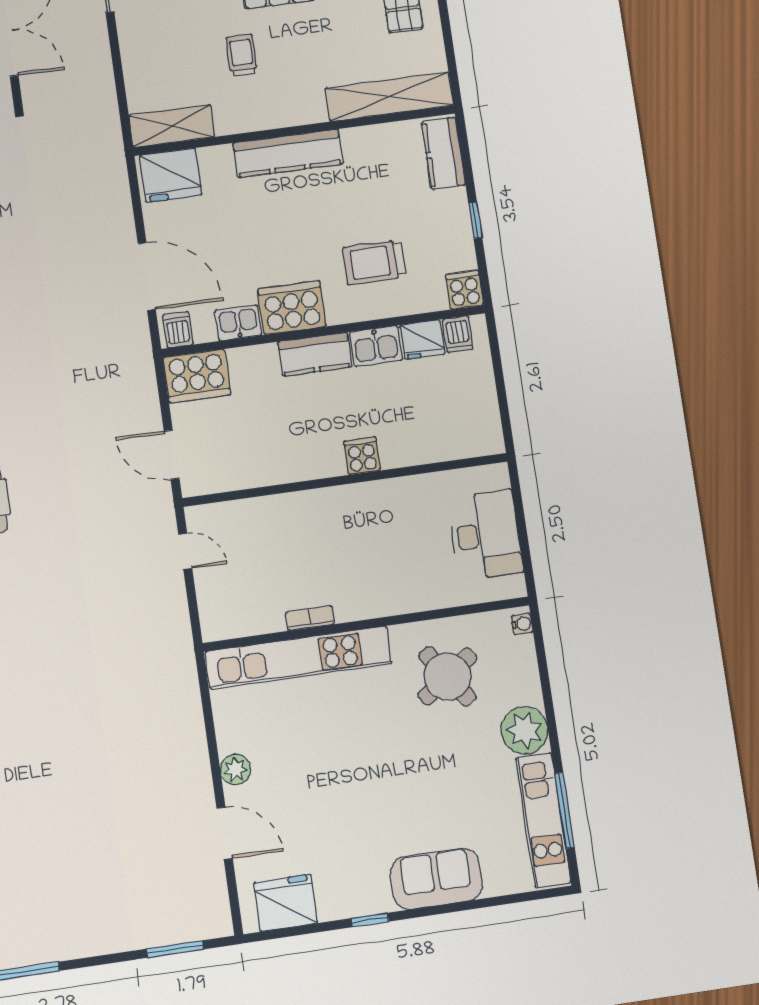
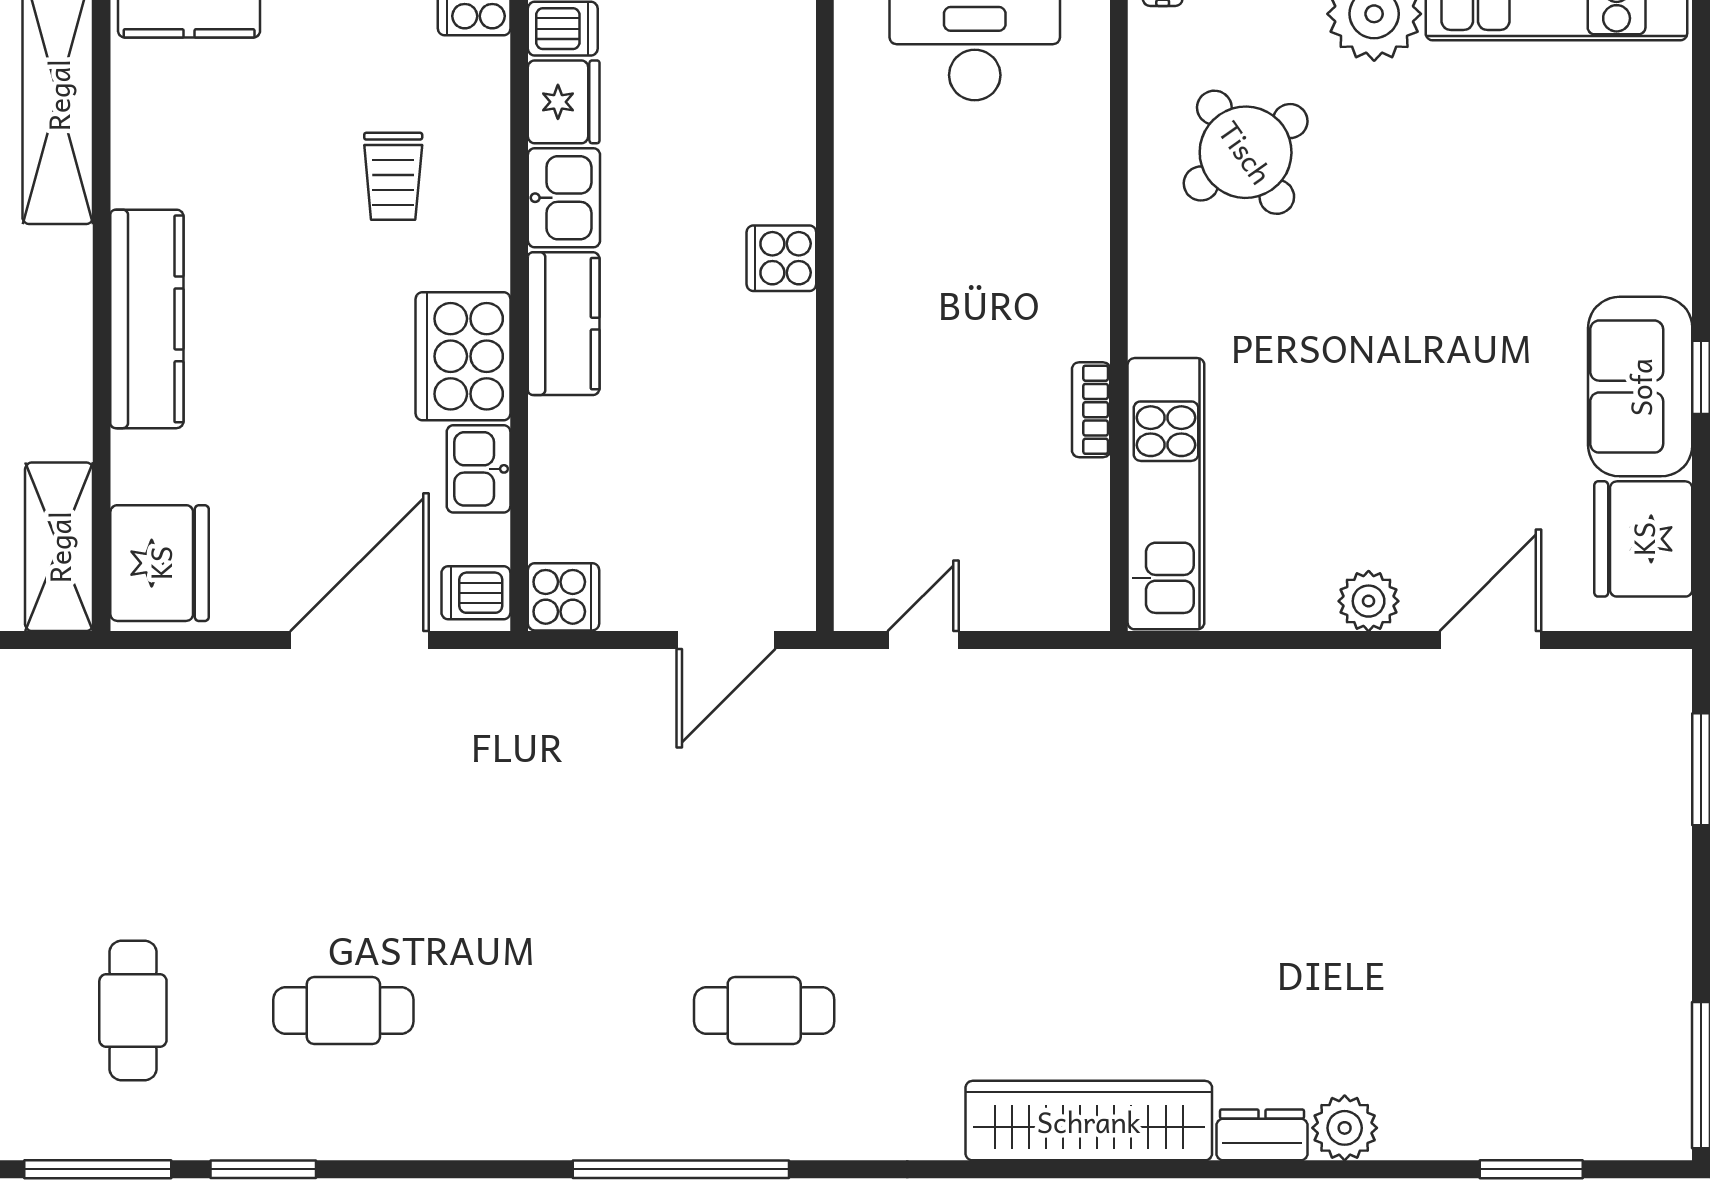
trolley: (374, 262) -> (393, 176), width x0.73, depth x0.72
cooker: (197, 376) -> (564, 597), width x0.53, depth x0.76
kitchen unit: (298, 658) -> (1166, 494), width x0.73
sofa: (436, 879) -> (1640, 387), moved

